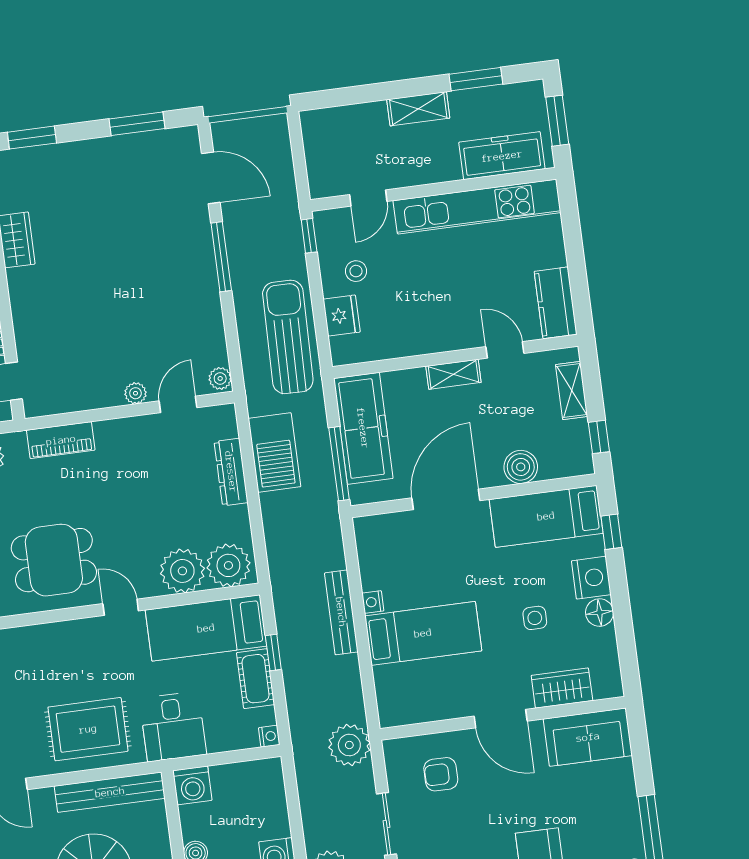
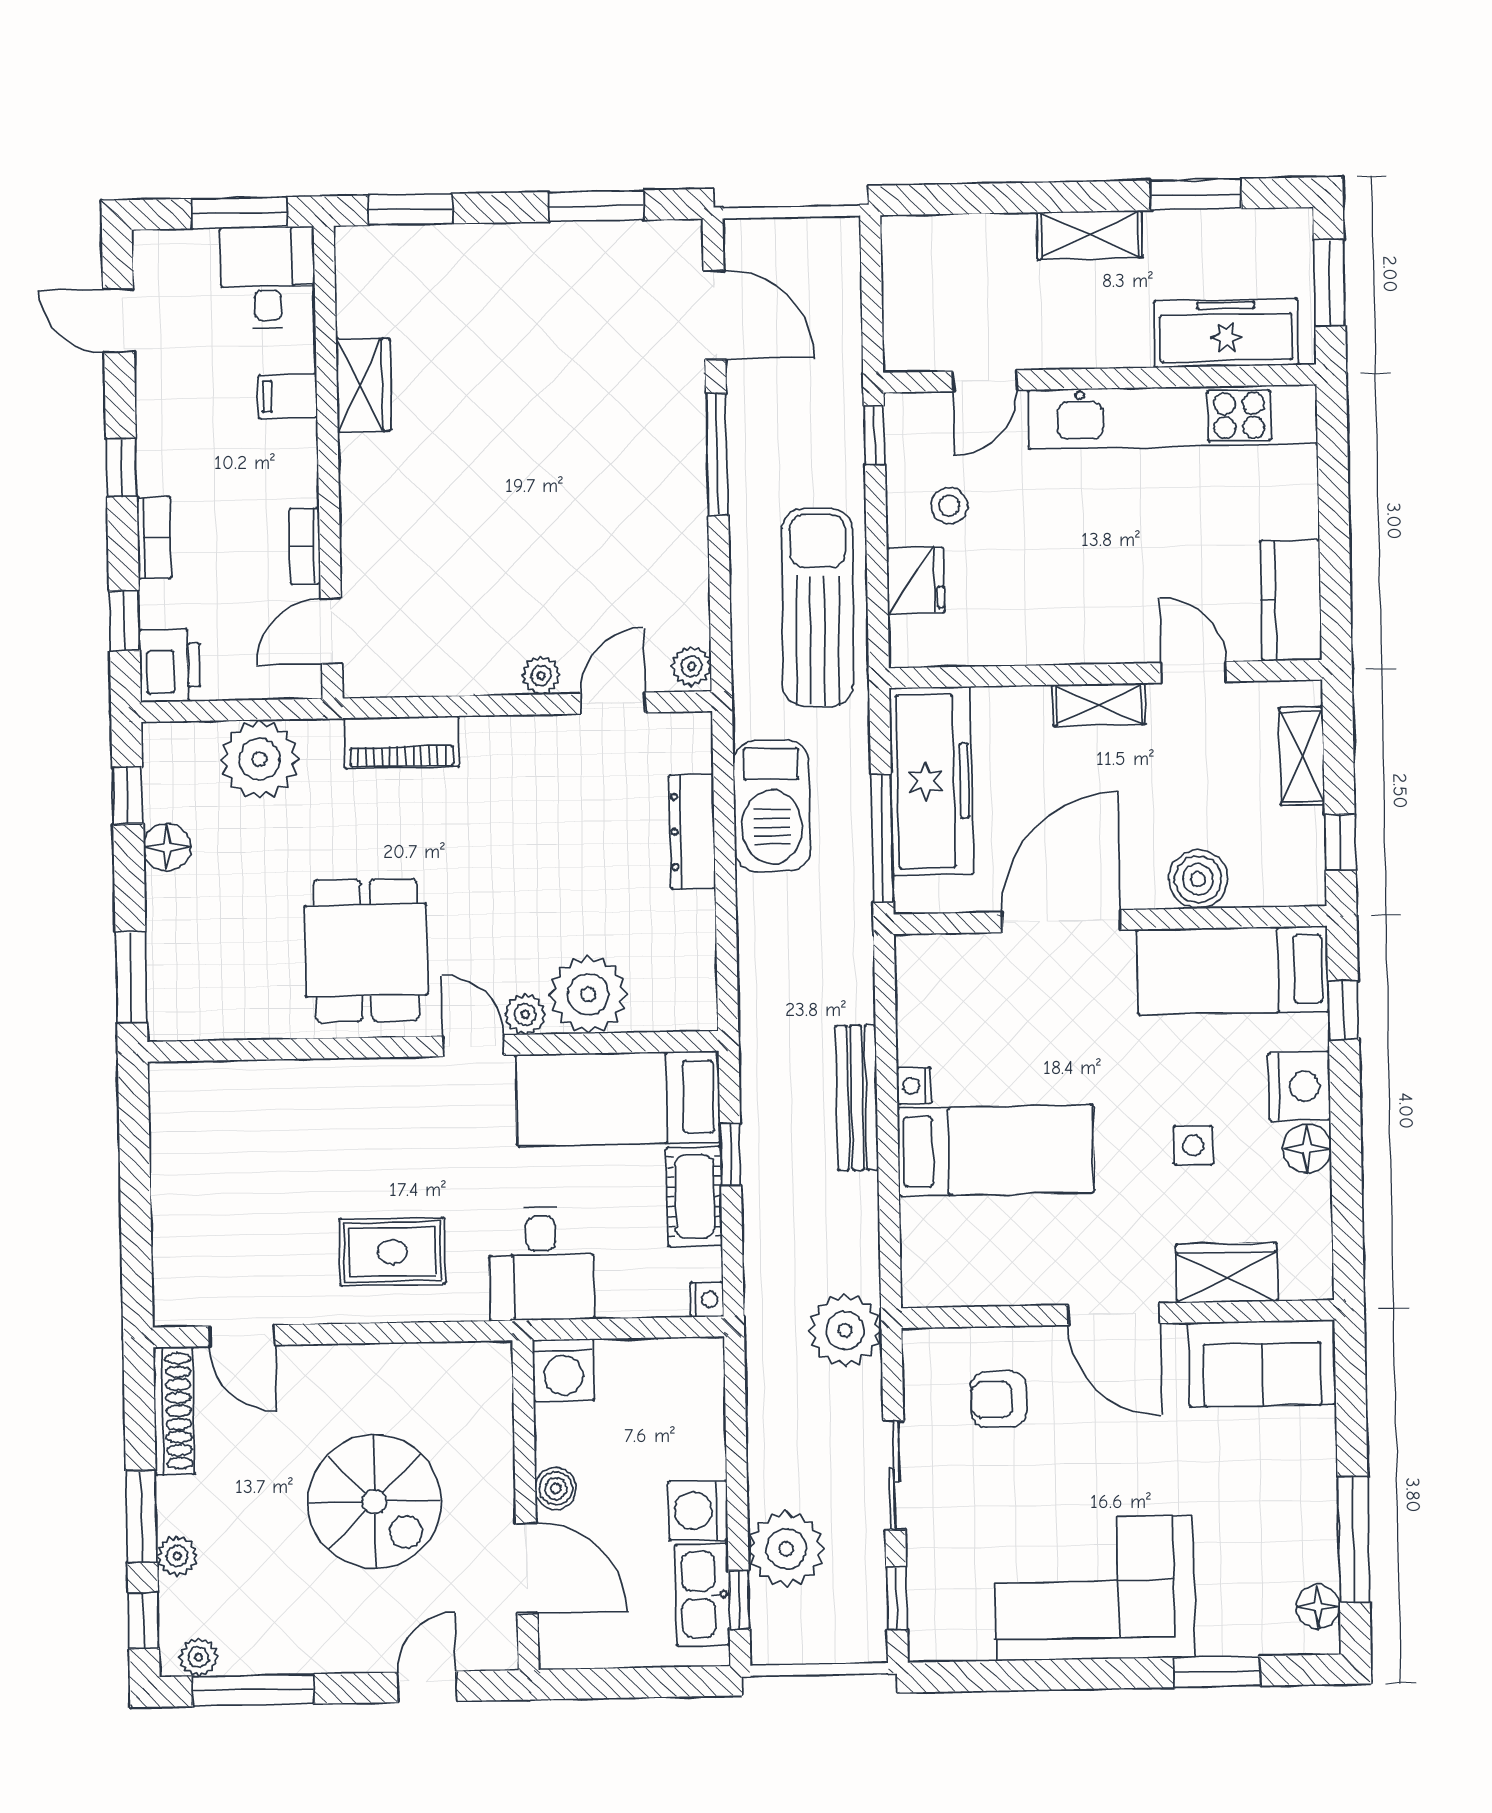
dining table: (54, 560) -> (366, 950), turned 90
plant: (228, 565) -> (525, 1014), moved, width x0.53, depth x0.53
rug: (88, 729) -> (392, 1252), width x0.73, depth x0.70
bench: (110, 792) -> (418, 1366), removed

